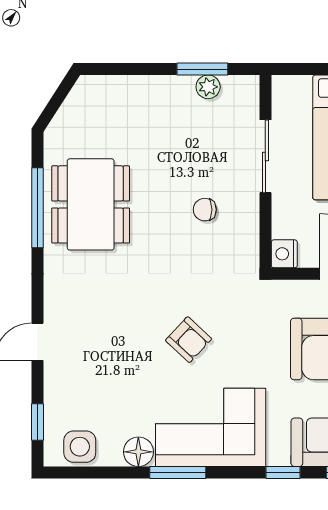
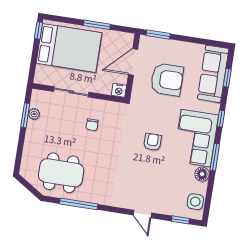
dining table: (91, 204) -> (61, 173), moved
armchair: (189, 340) -> (153, 142), turned -43
window: (283, 473) -> (221, 119), moved

